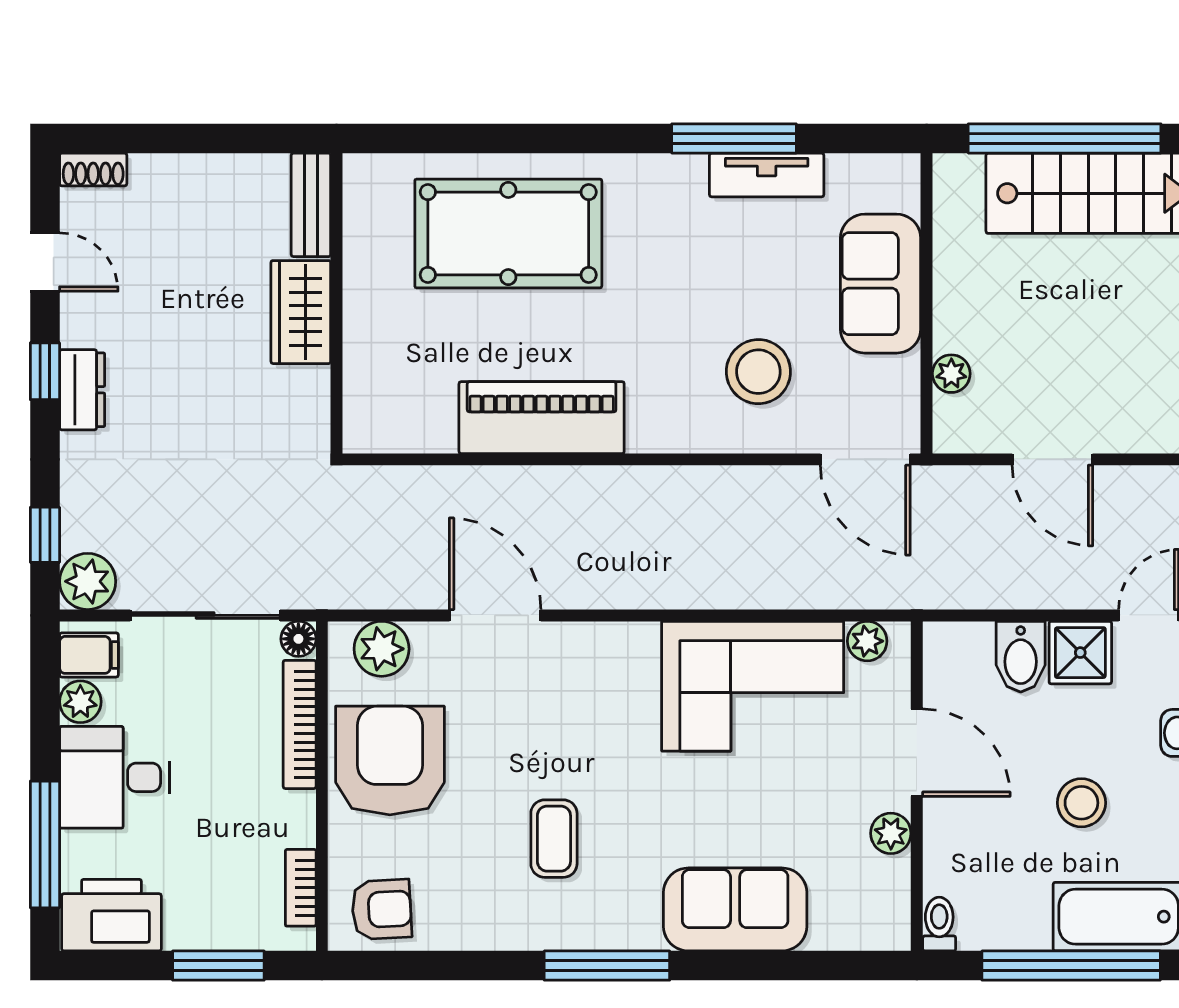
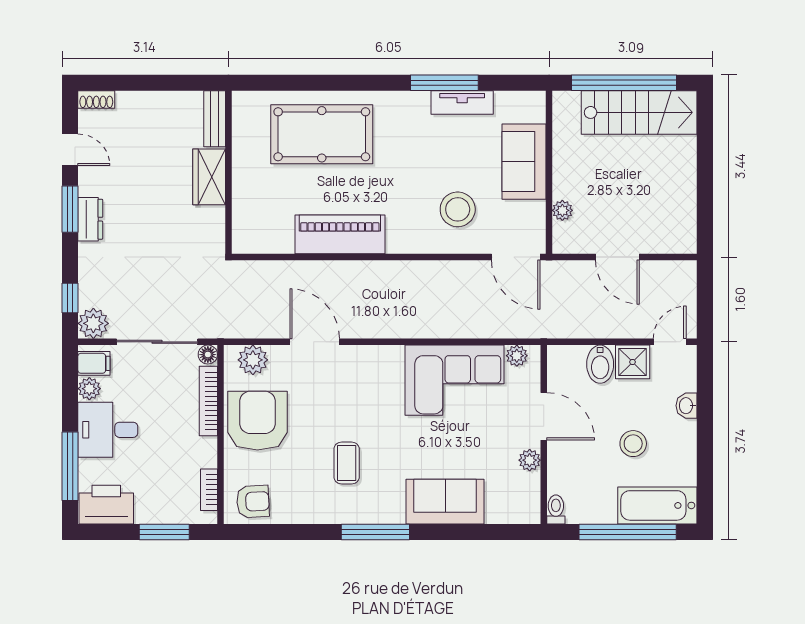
window: (45, 371) -> (70, 209), width x1.50

